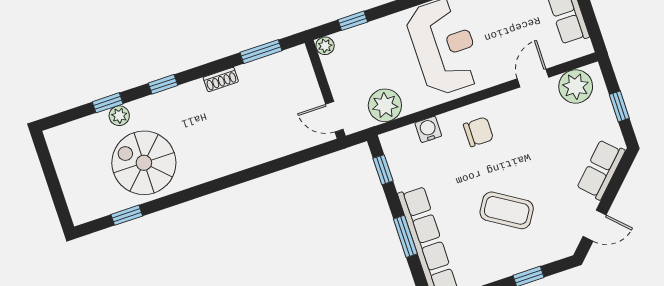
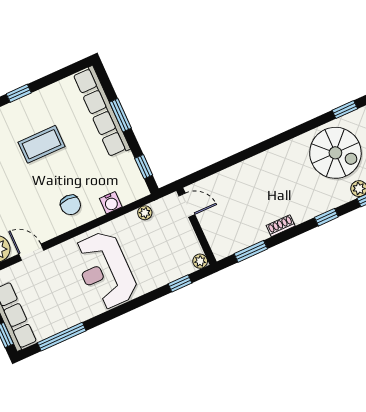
door: (533, 78) -> (31, 252), swing flipped
plant: (385, 105) -> (145, 213), width x0.53, depth x0.53
chair: (478, 132) -> (70, 205), turned -90
coffee table: (507, 210) -> (42, 144), turned -32

